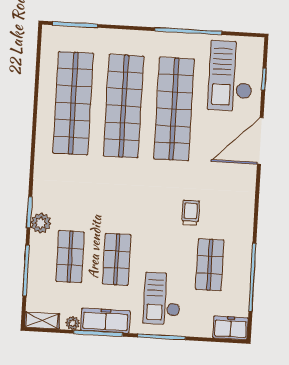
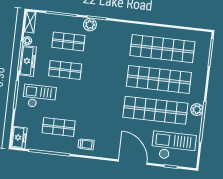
plant: (169, 42) -> (197, 110), added
trolley: (191, 213) -> (86, 144), moved

